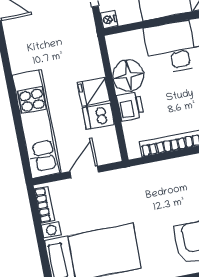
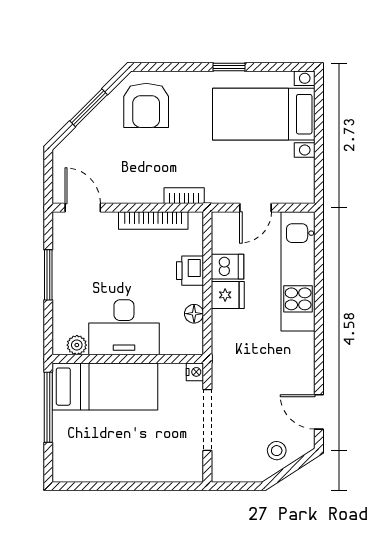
floor lamp: (128, 76) -> (194, 314), width x0.53, depth x0.53
bookcase: (44, 205) -> (184, 196), moved, turned 90

